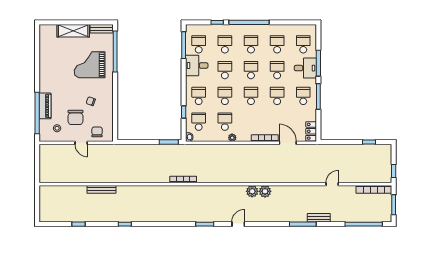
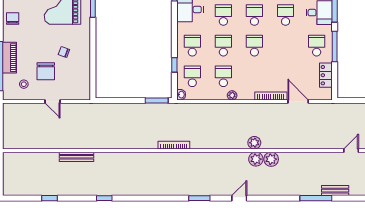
school desk: (277, 96) -> (286, 46), removed
locker: (311, 131) -> (326, 75), moved
chair: (97, 132) -> (13, 18), moved
plant: (251, 177) -> (254, 143), added

